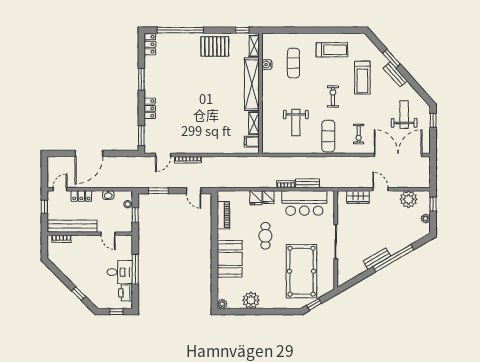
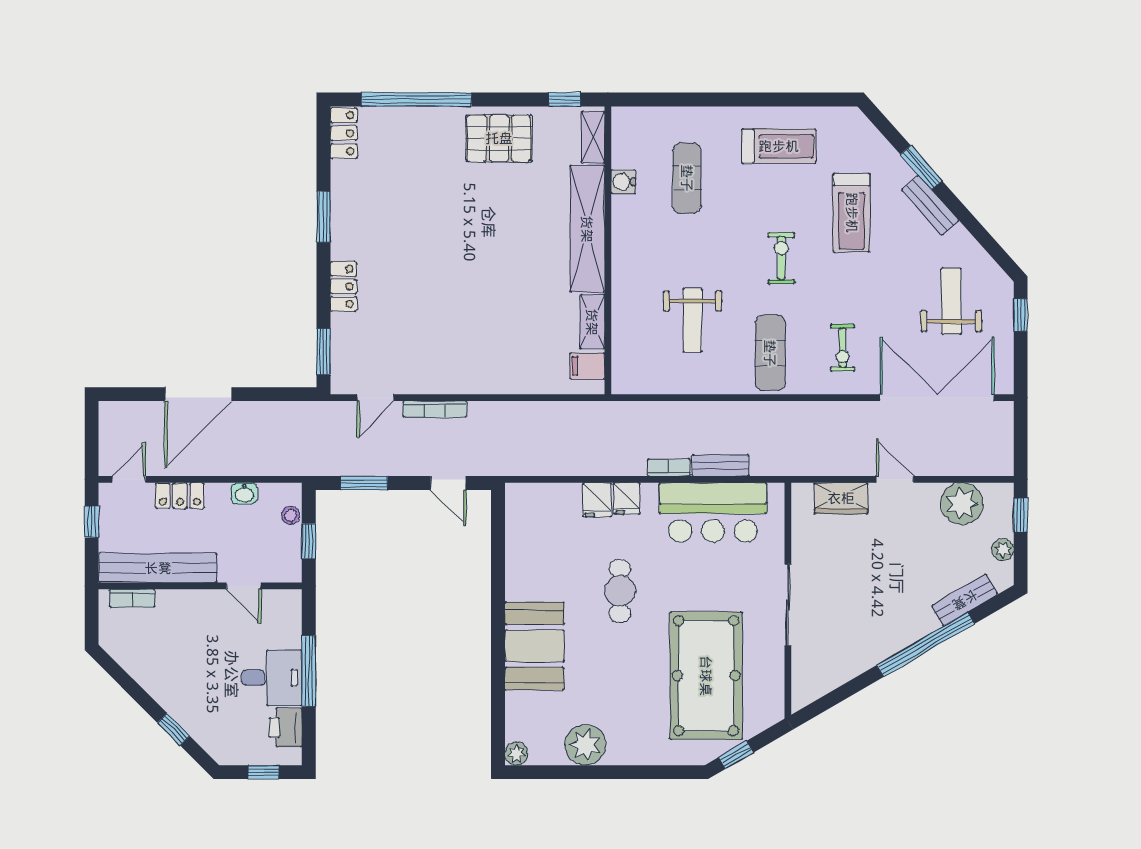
piano: (223, 215) -> (520, 542), removed
bench: (377, 259) -> (965, 600), moved

